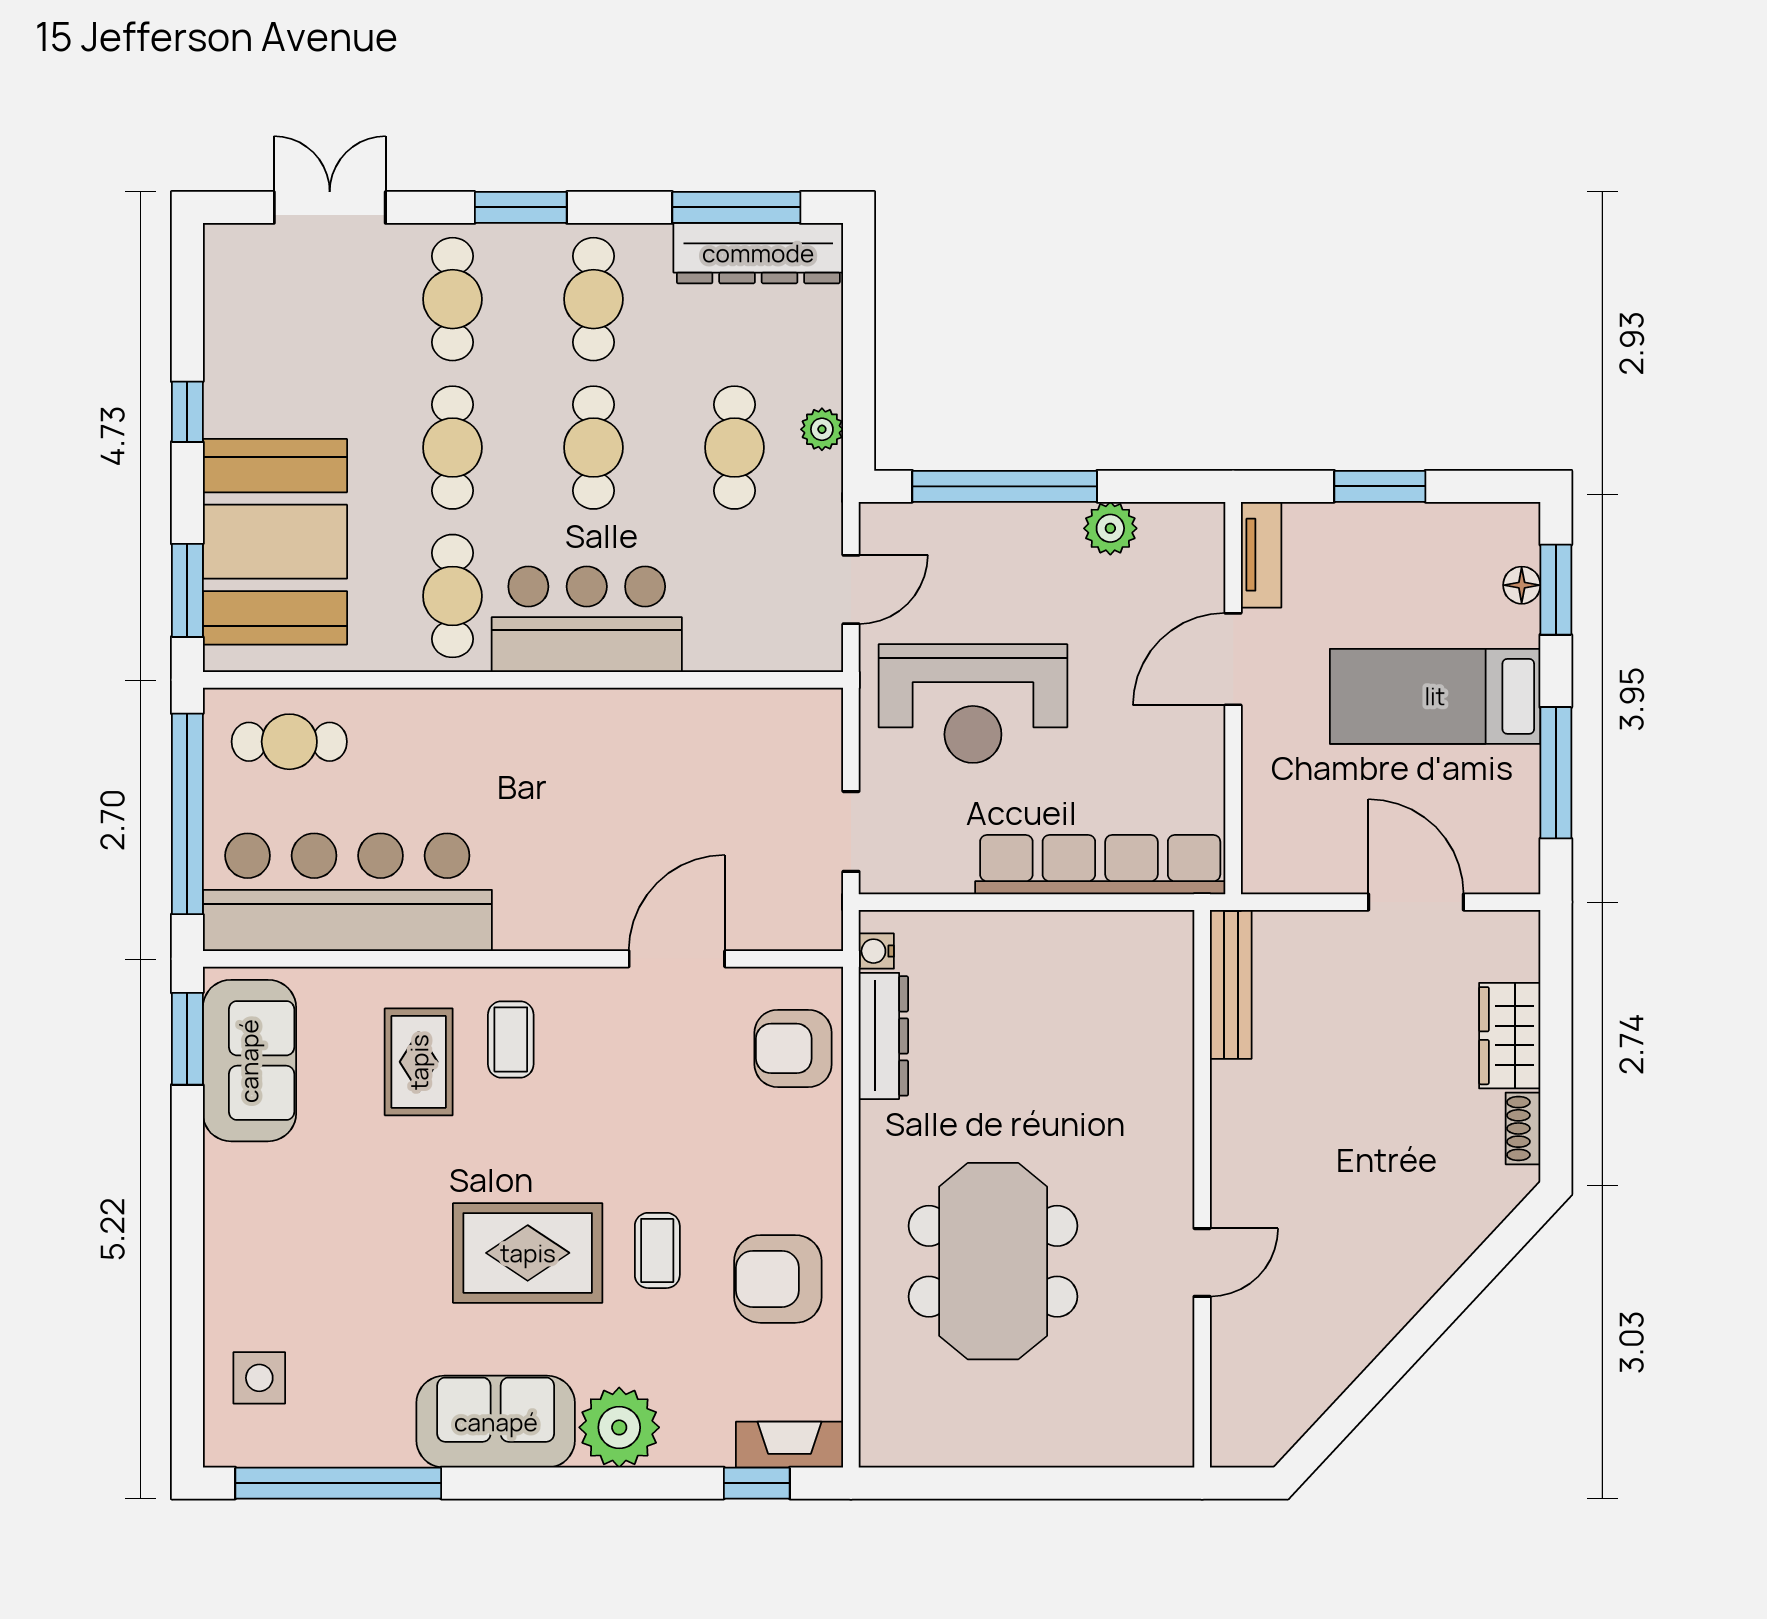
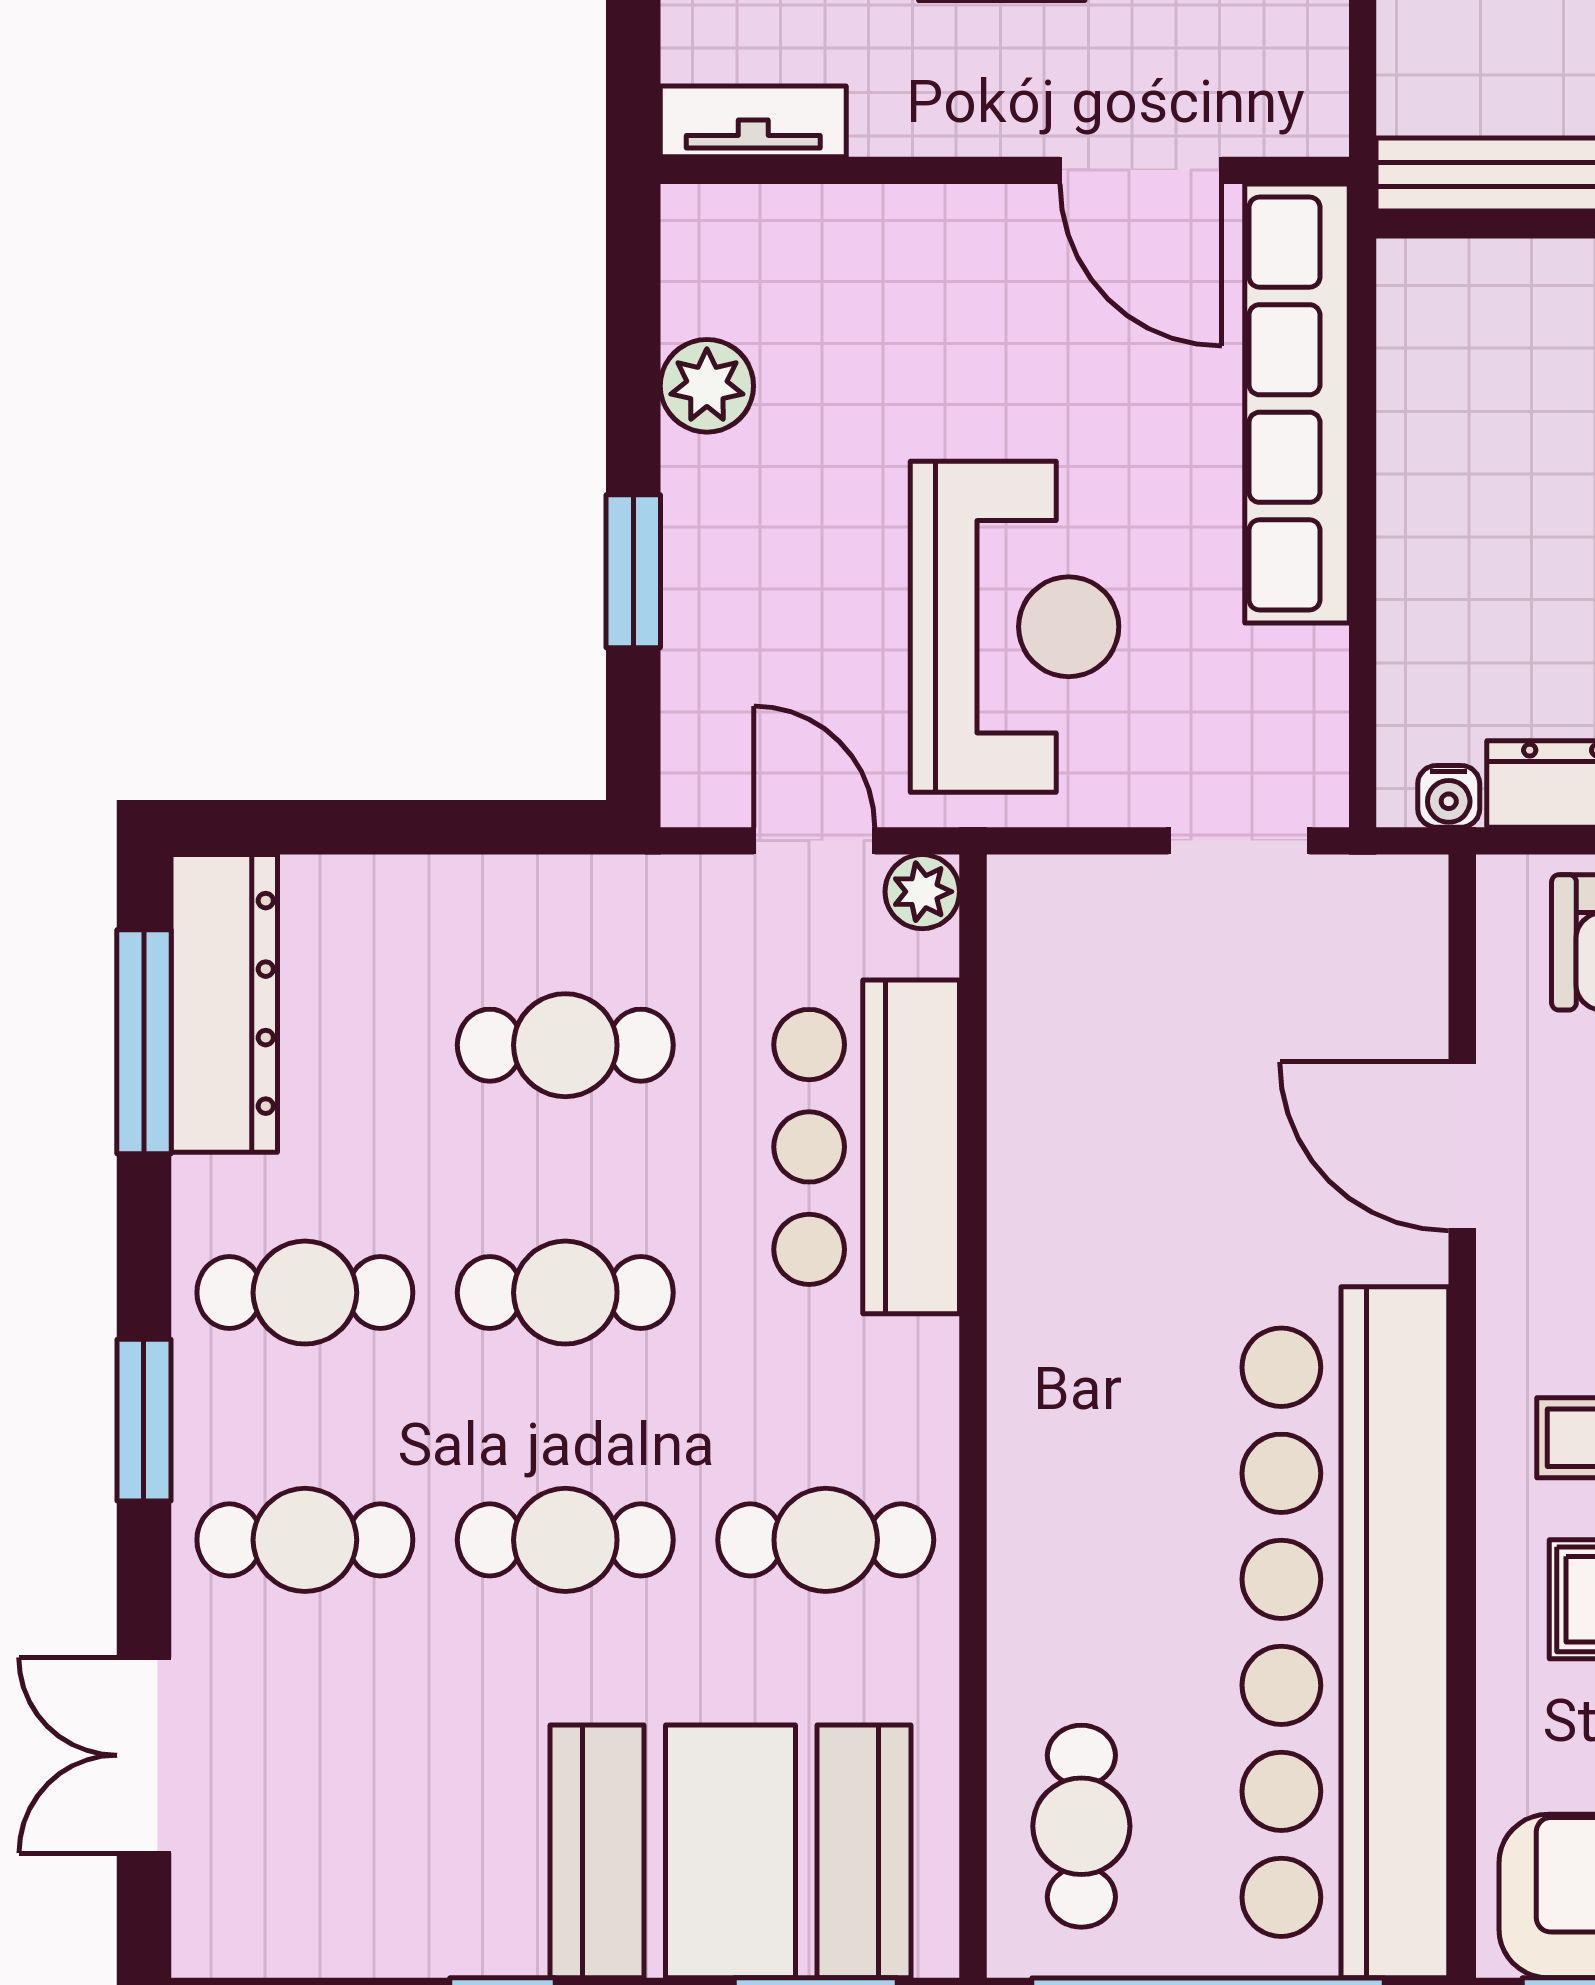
plant: (822, 429) -> (922, 892), moved
window: (1005, 486) -> (633, 571), width x0.47
bar counter: (587, 619) -> (867, 1147), moved
door: (1233, 659) -> (1141, 170), moved
bar counter: (347, 892) -> (1345, 1632), width x1.36

